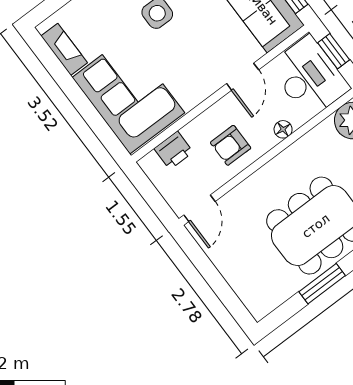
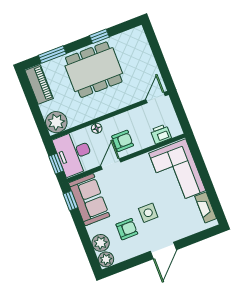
armchair: (231, 145) -> (123, 141), moved
window: (322, 284) -> (99, 36), width x0.67

